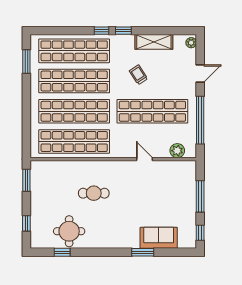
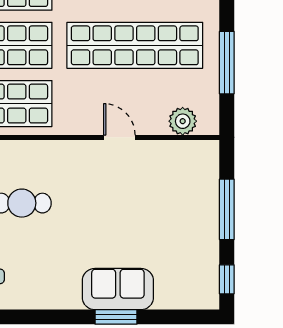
window: (200, 120) -> (227, 63), width x0.68
sofa: (159, 238) -> (118, 289), moved

